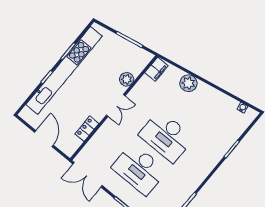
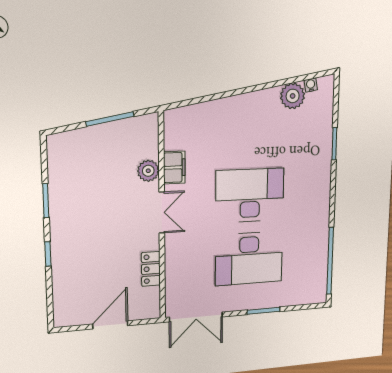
filing cabinet: (156, 69) -> (174, 167), moved
kitchen unit: (64, 70) -> (62, 227), removed
plant: (188, 83) -> (293, 96), moved
desk: (166, 136) -> (250, 195), turned 180
door: (44, 139) -> (110, 325), hinge flipped

